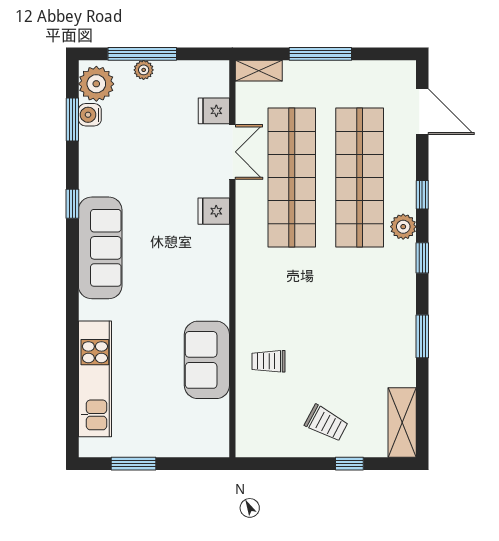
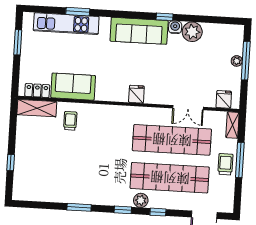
plant: (96, 84) -> (192, 32), moved
fridge: (214, 111) -> (224, 99), moved
water cooler: (90, 115) -> (175, 27), moved
window: (72, 120) -> (78, 12), moved
fridge: (214, 211) -> (136, 94), moved
shelving: (402, 422) -> (37, 108), moved
trolley: (326, 423) -> (225, 164), moved, turned 152
locker: (218, 424) -> (37, 91), added

